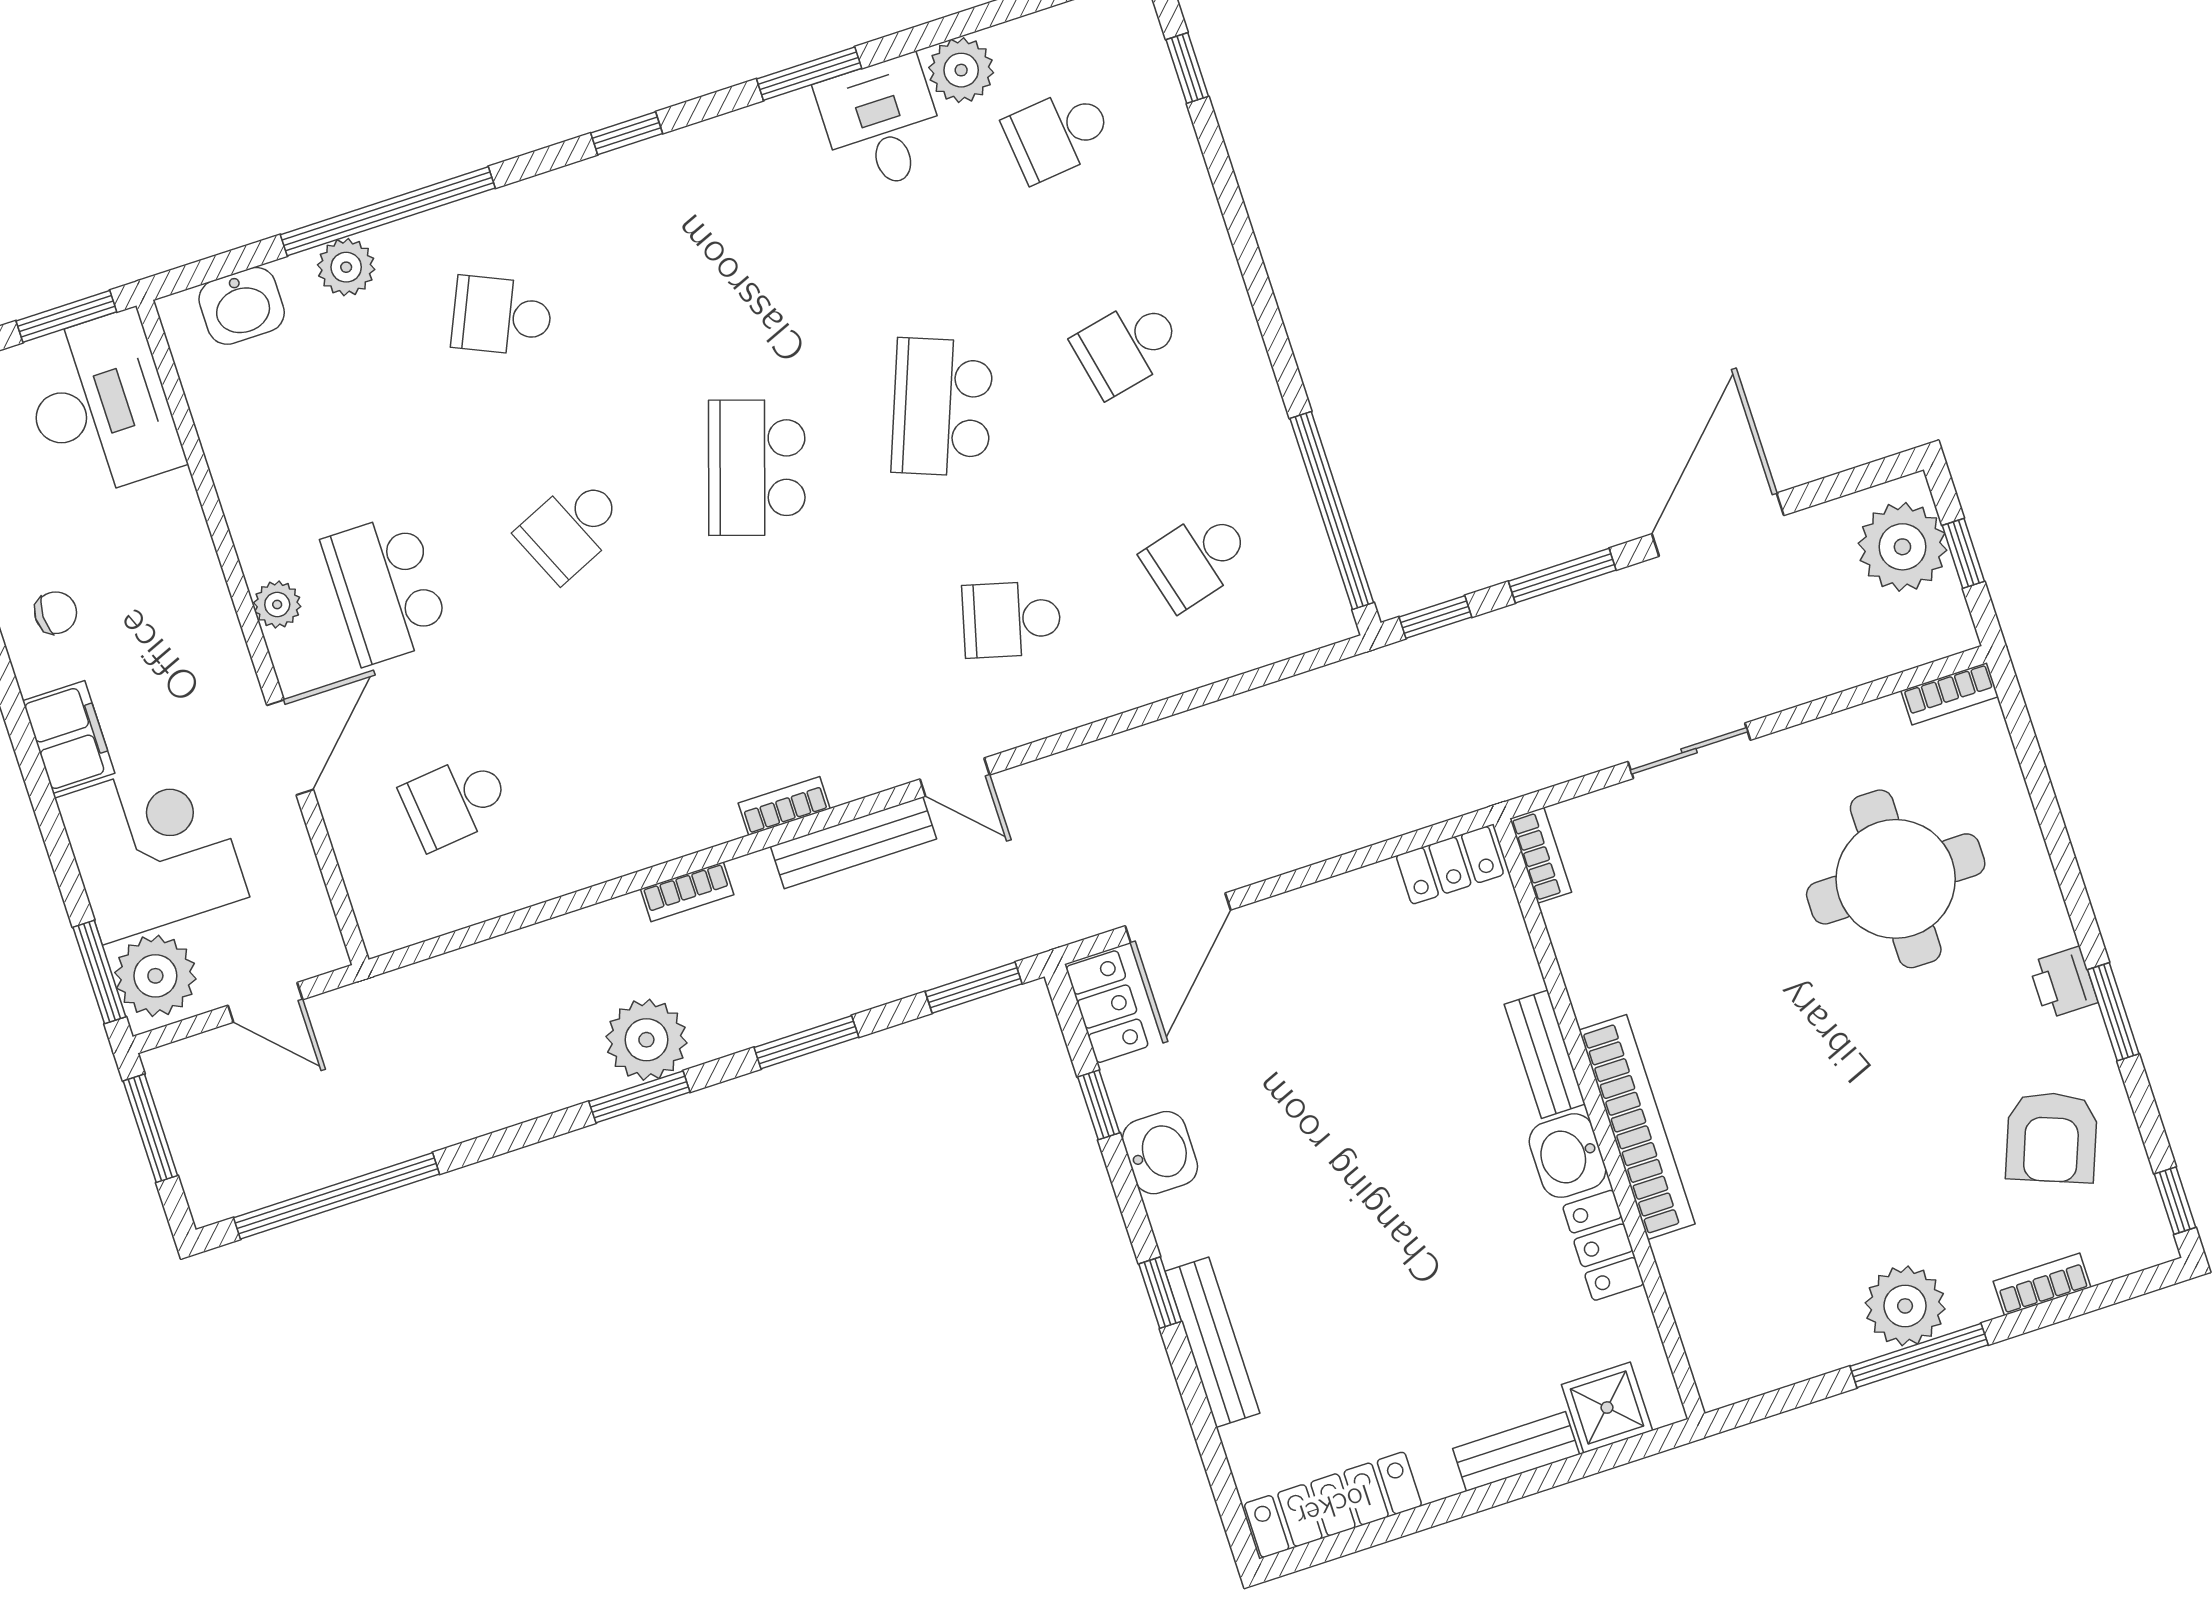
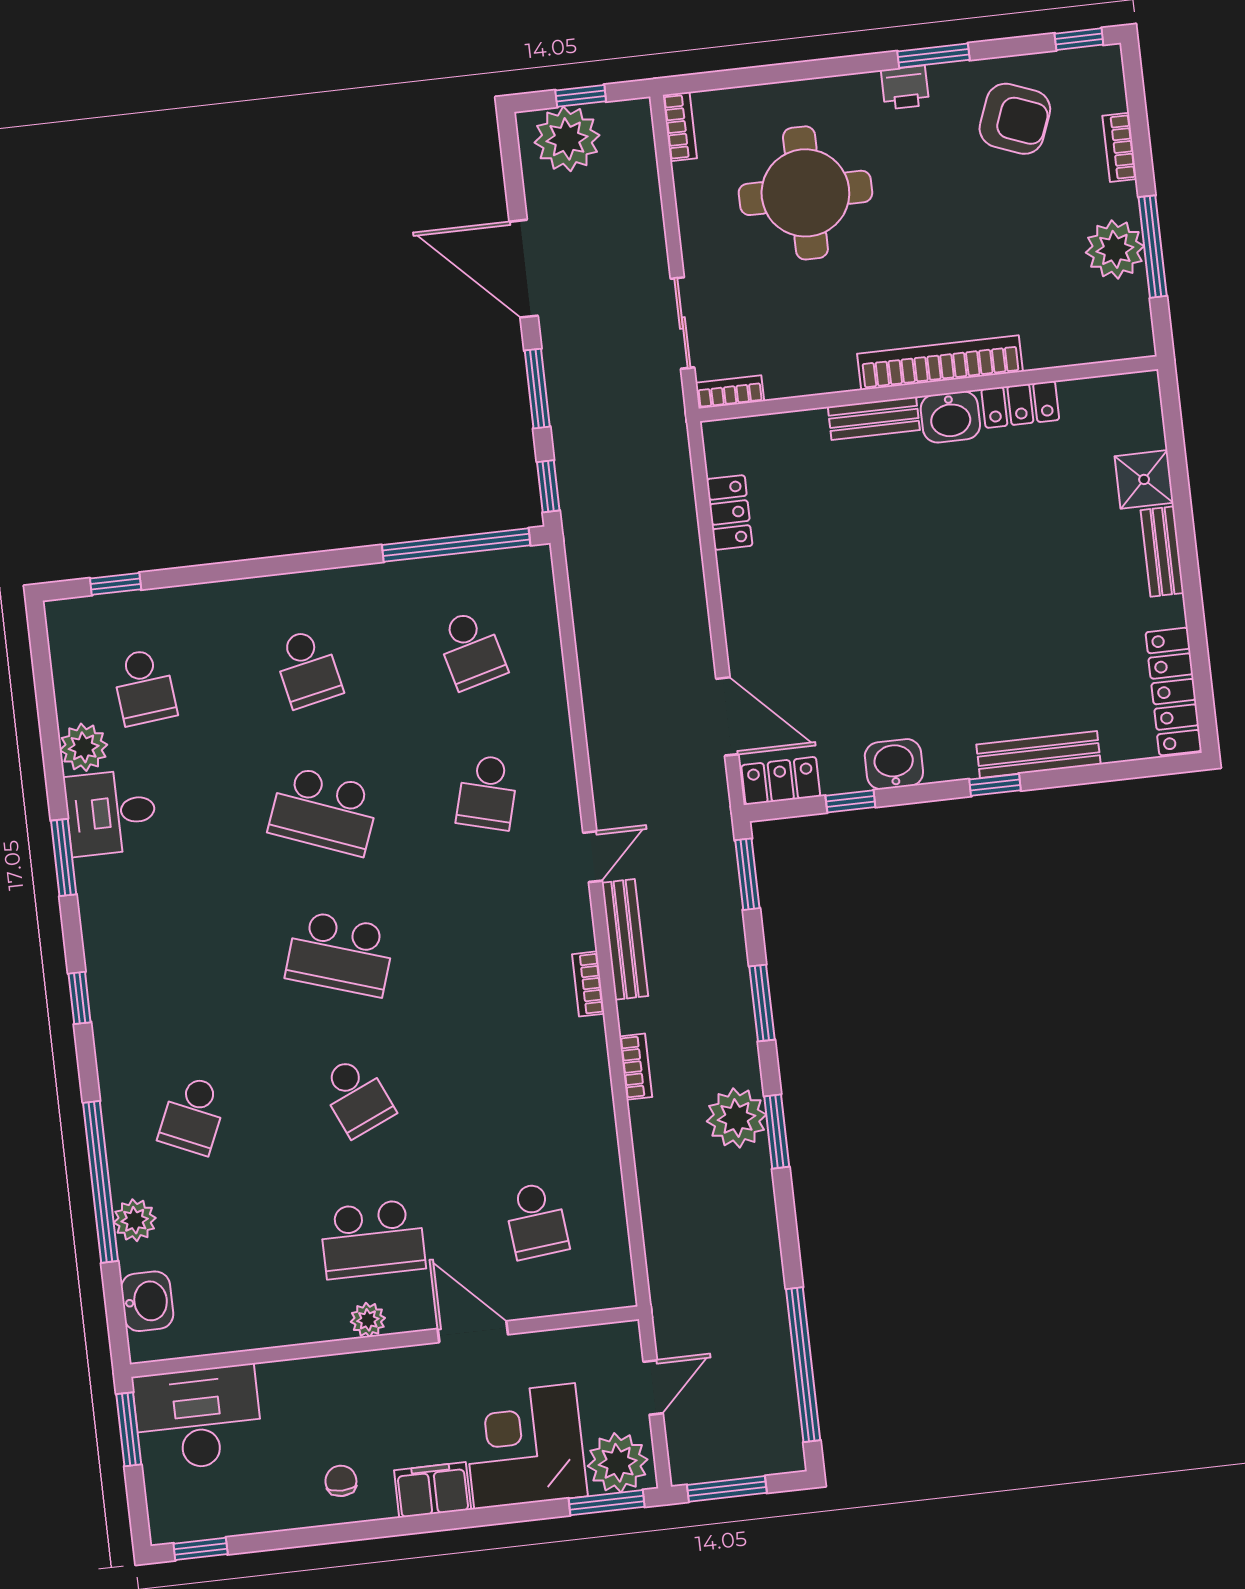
bookcase: (1541, 855) -> (730, 392), moved
bench: (1545, 1054) -> (874, 418), moved
wall: (1599, 1119) -> (928, 389), moved
bookcase: (1637, 1127) -> (940, 363), moved
washbasin: (1568, 1156) -> (950, 417), moved
locker: (1603, 1245) -> (1020, 404), moved

